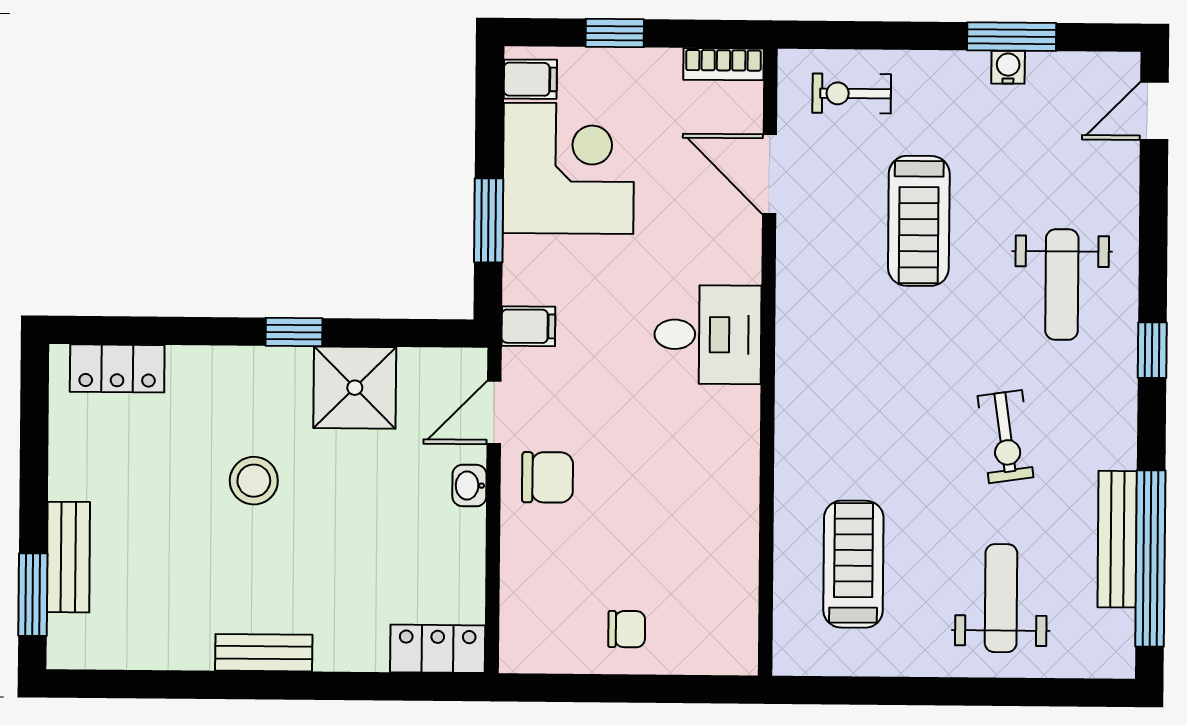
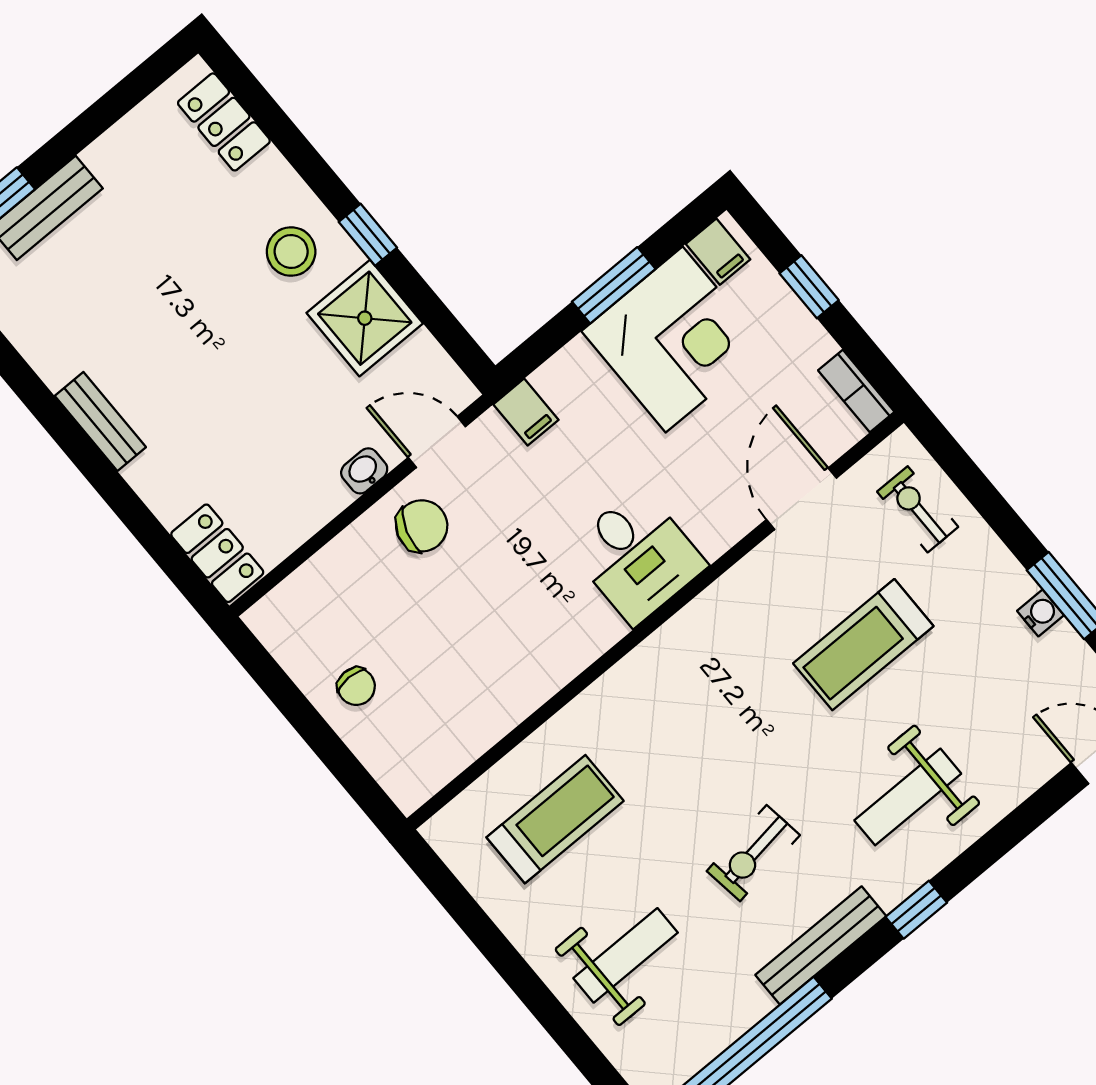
window: (489, 220) -> (614, 285), moved
chair: (548, 477) -> (422, 526), turned -72
stool: (254, 481) -> (291, 252), moved
bench: (1117, 539) -> (821, 945), moved

